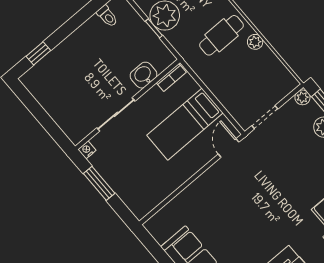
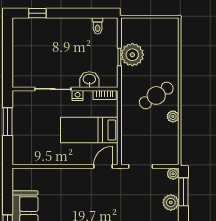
cafe table: (222, 35) -> (156, 95), turned -34
nightstand: (87, 150) -> (78, 96), moved

